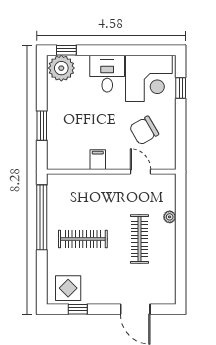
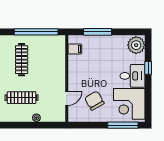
window: (66, 50) -> (148, 68), moved
window: (181, 88) -> (123, 125), width x2.17
window: (42, 126) -> (98, 32), width x1.44
filing cabinet: (98, 160) -> (75, 49), moved

